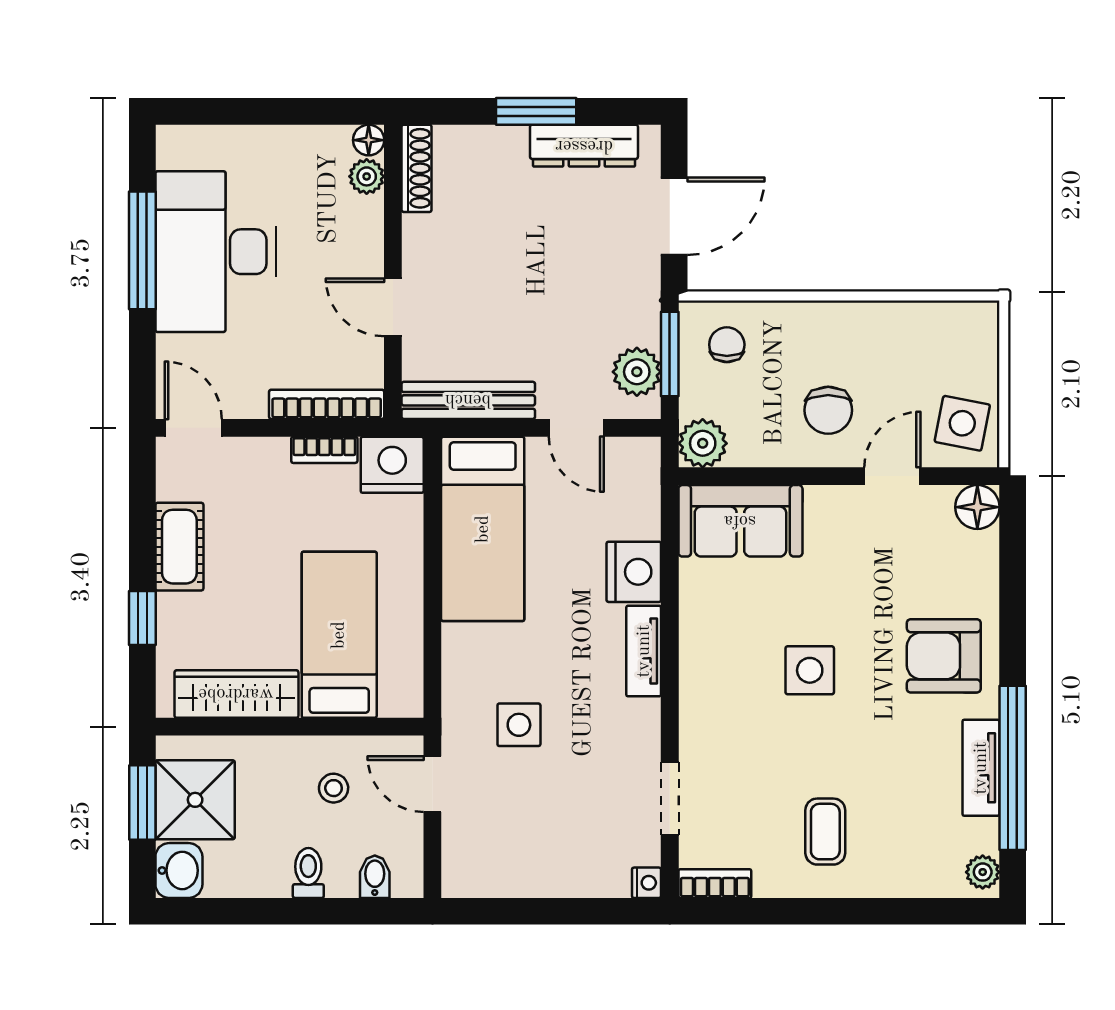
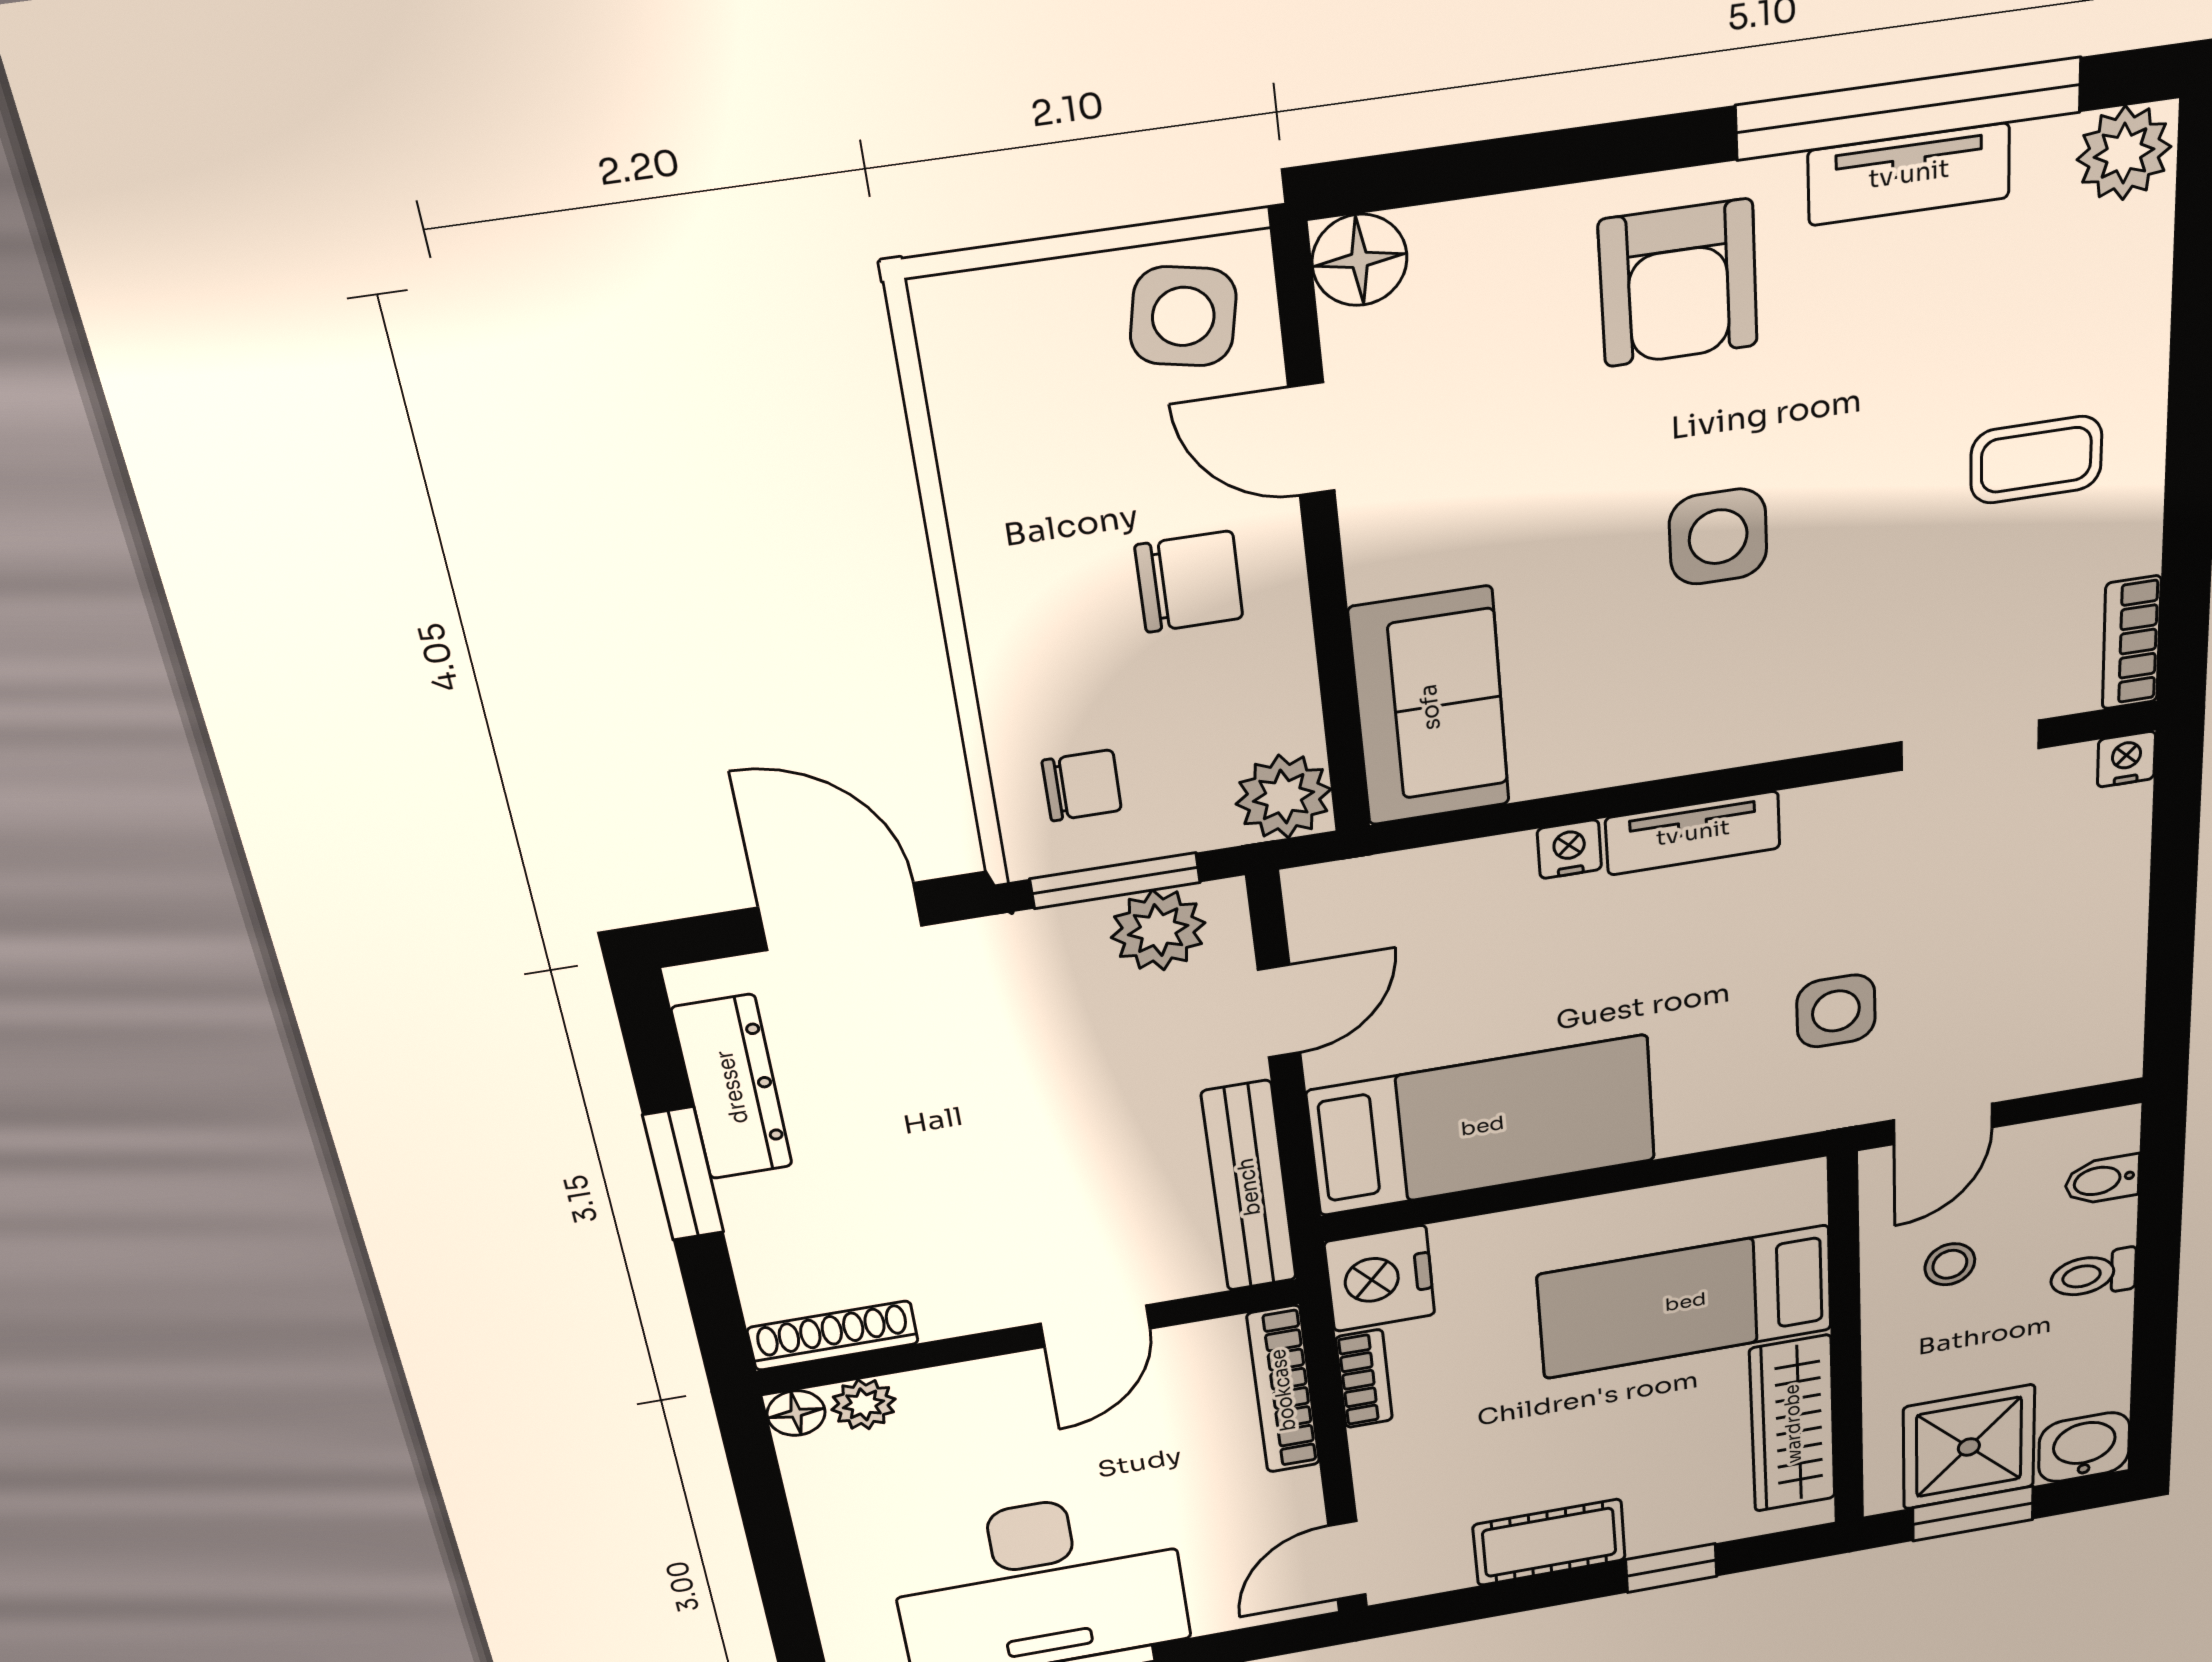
chair: (727, 345) -> (1082, 785), turned 180
nightstand: (634, 572) -> (1569, 849), width x0.53, depth x0.56
plant: (983, 872) -> (2124, 153), width x1.38, depth x1.38

